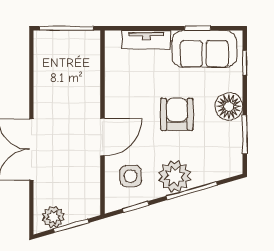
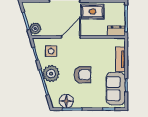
dresser: (91, 48) -> (116, 31), added
rug: (52, 94) -> (93, 12), added
floor lamp: (229, 107) -> (66, 101), moved
door: (102, 137) -> (71, 37), swing flipped
plant: (53, 217) -> (35, 28), moved

